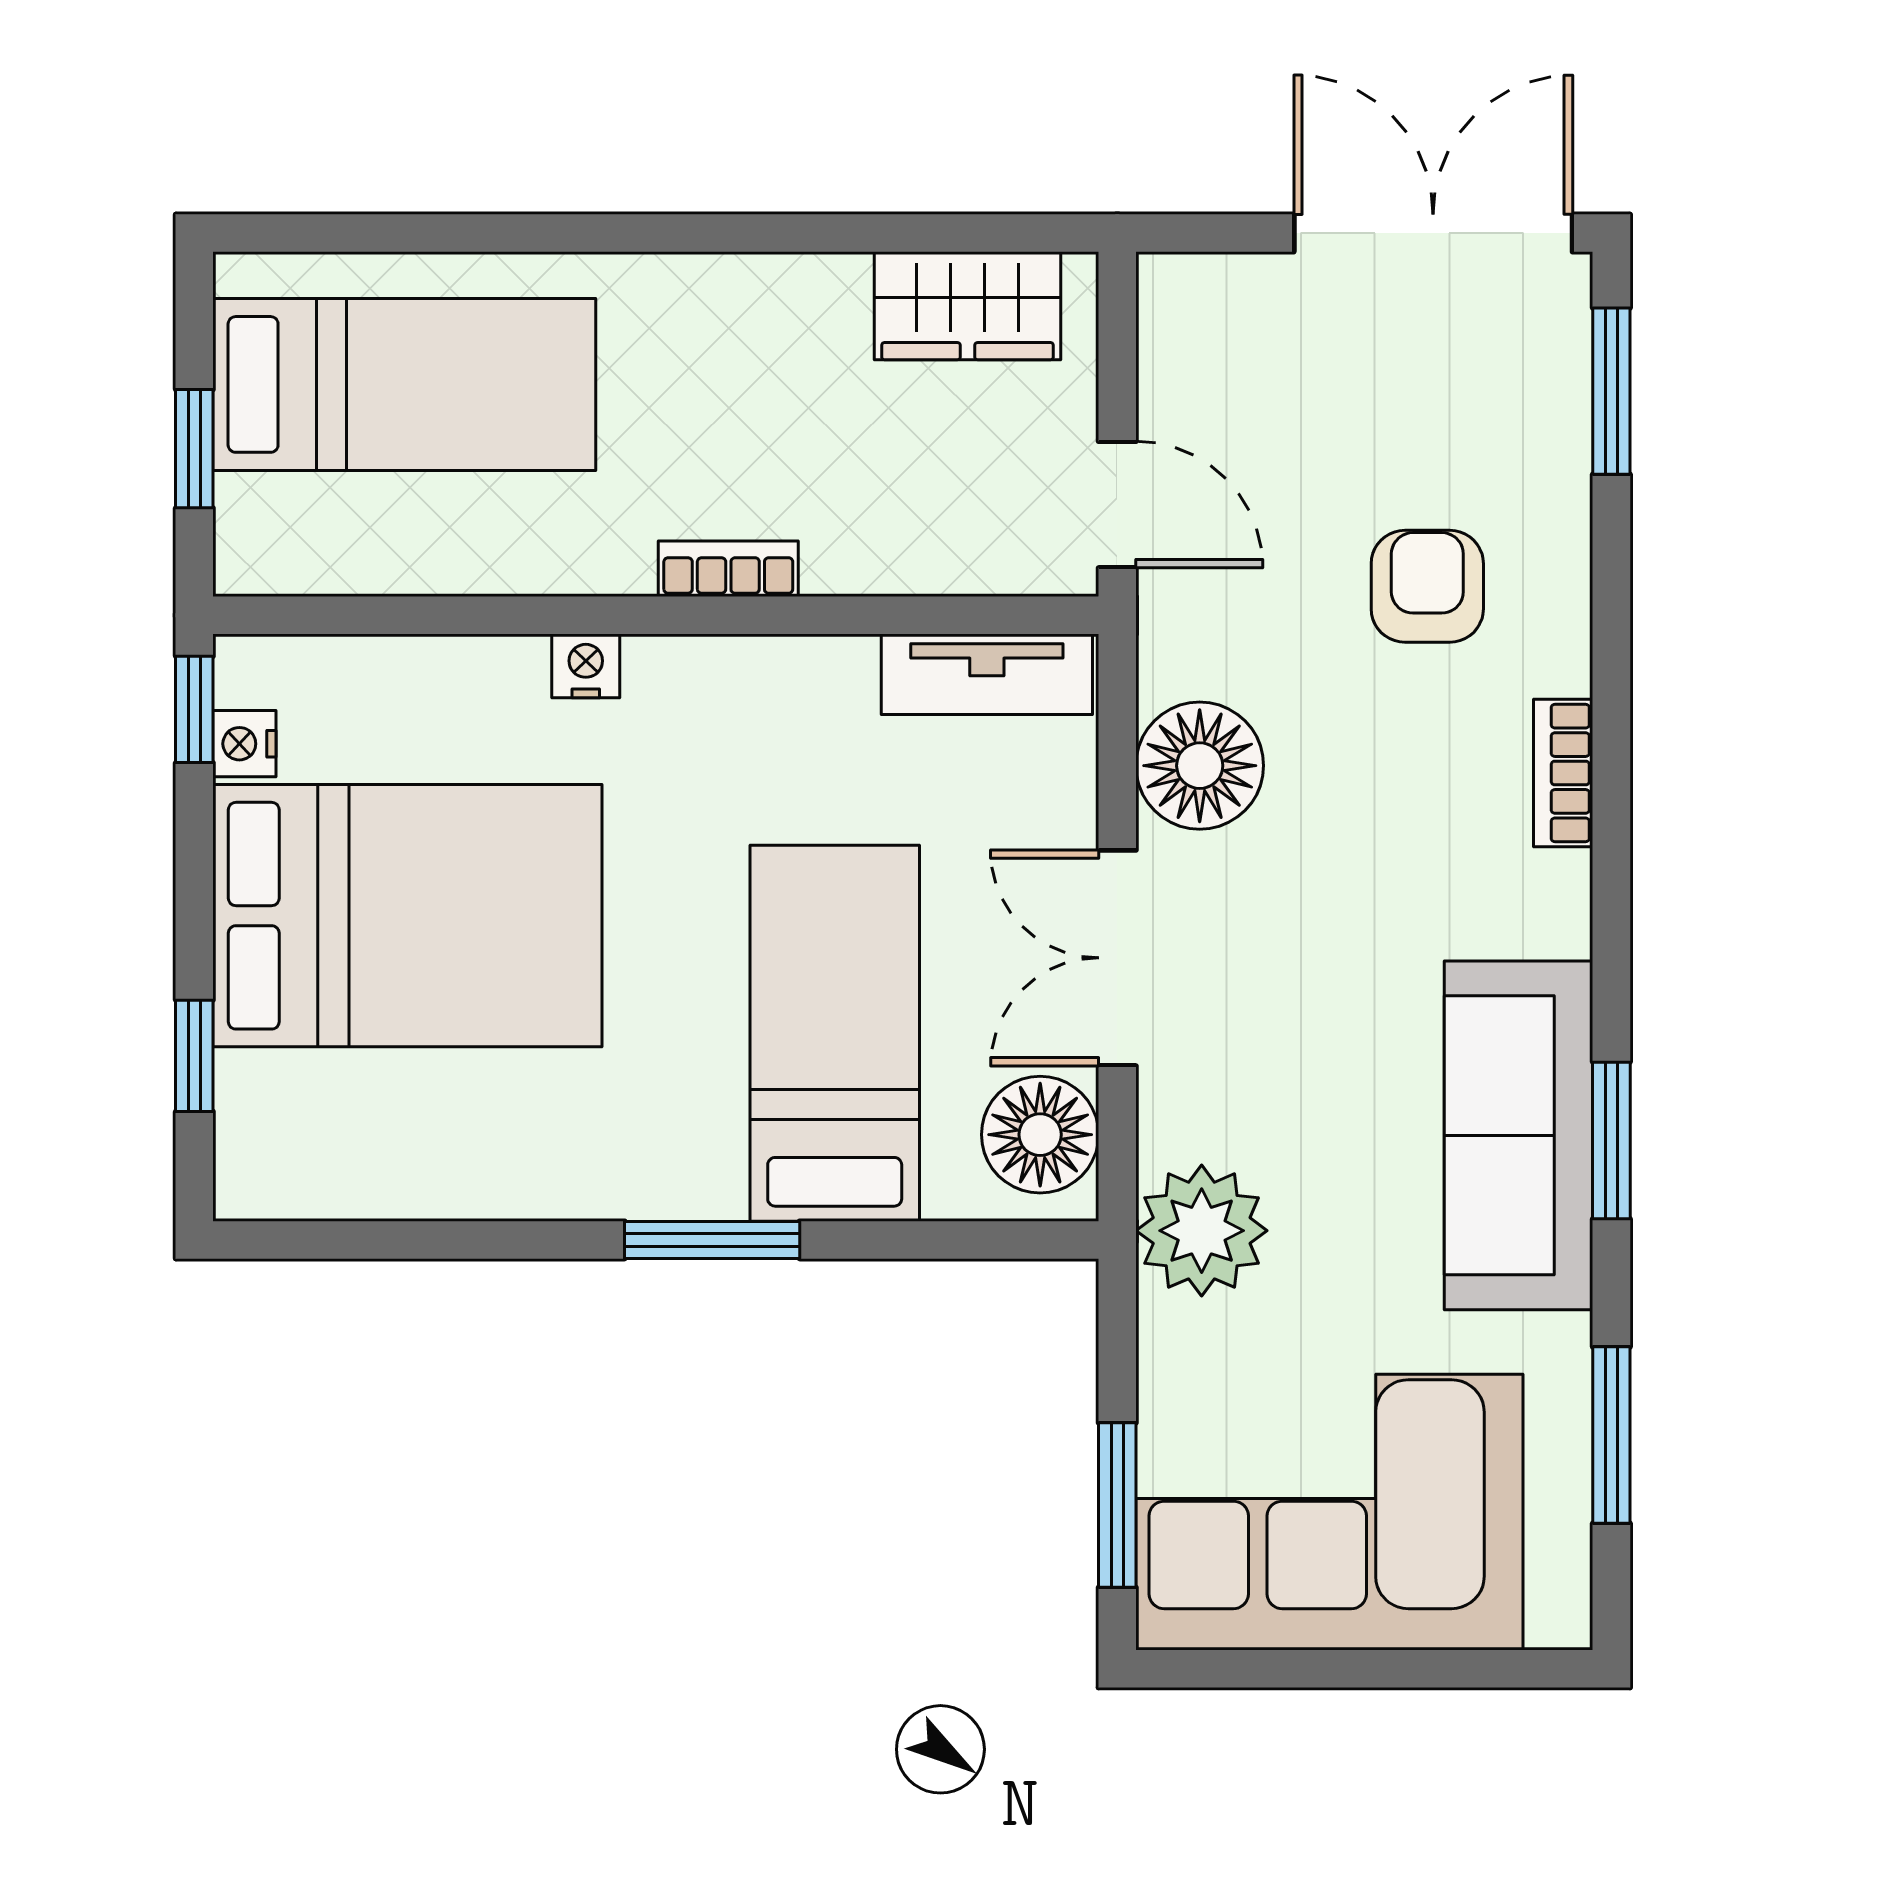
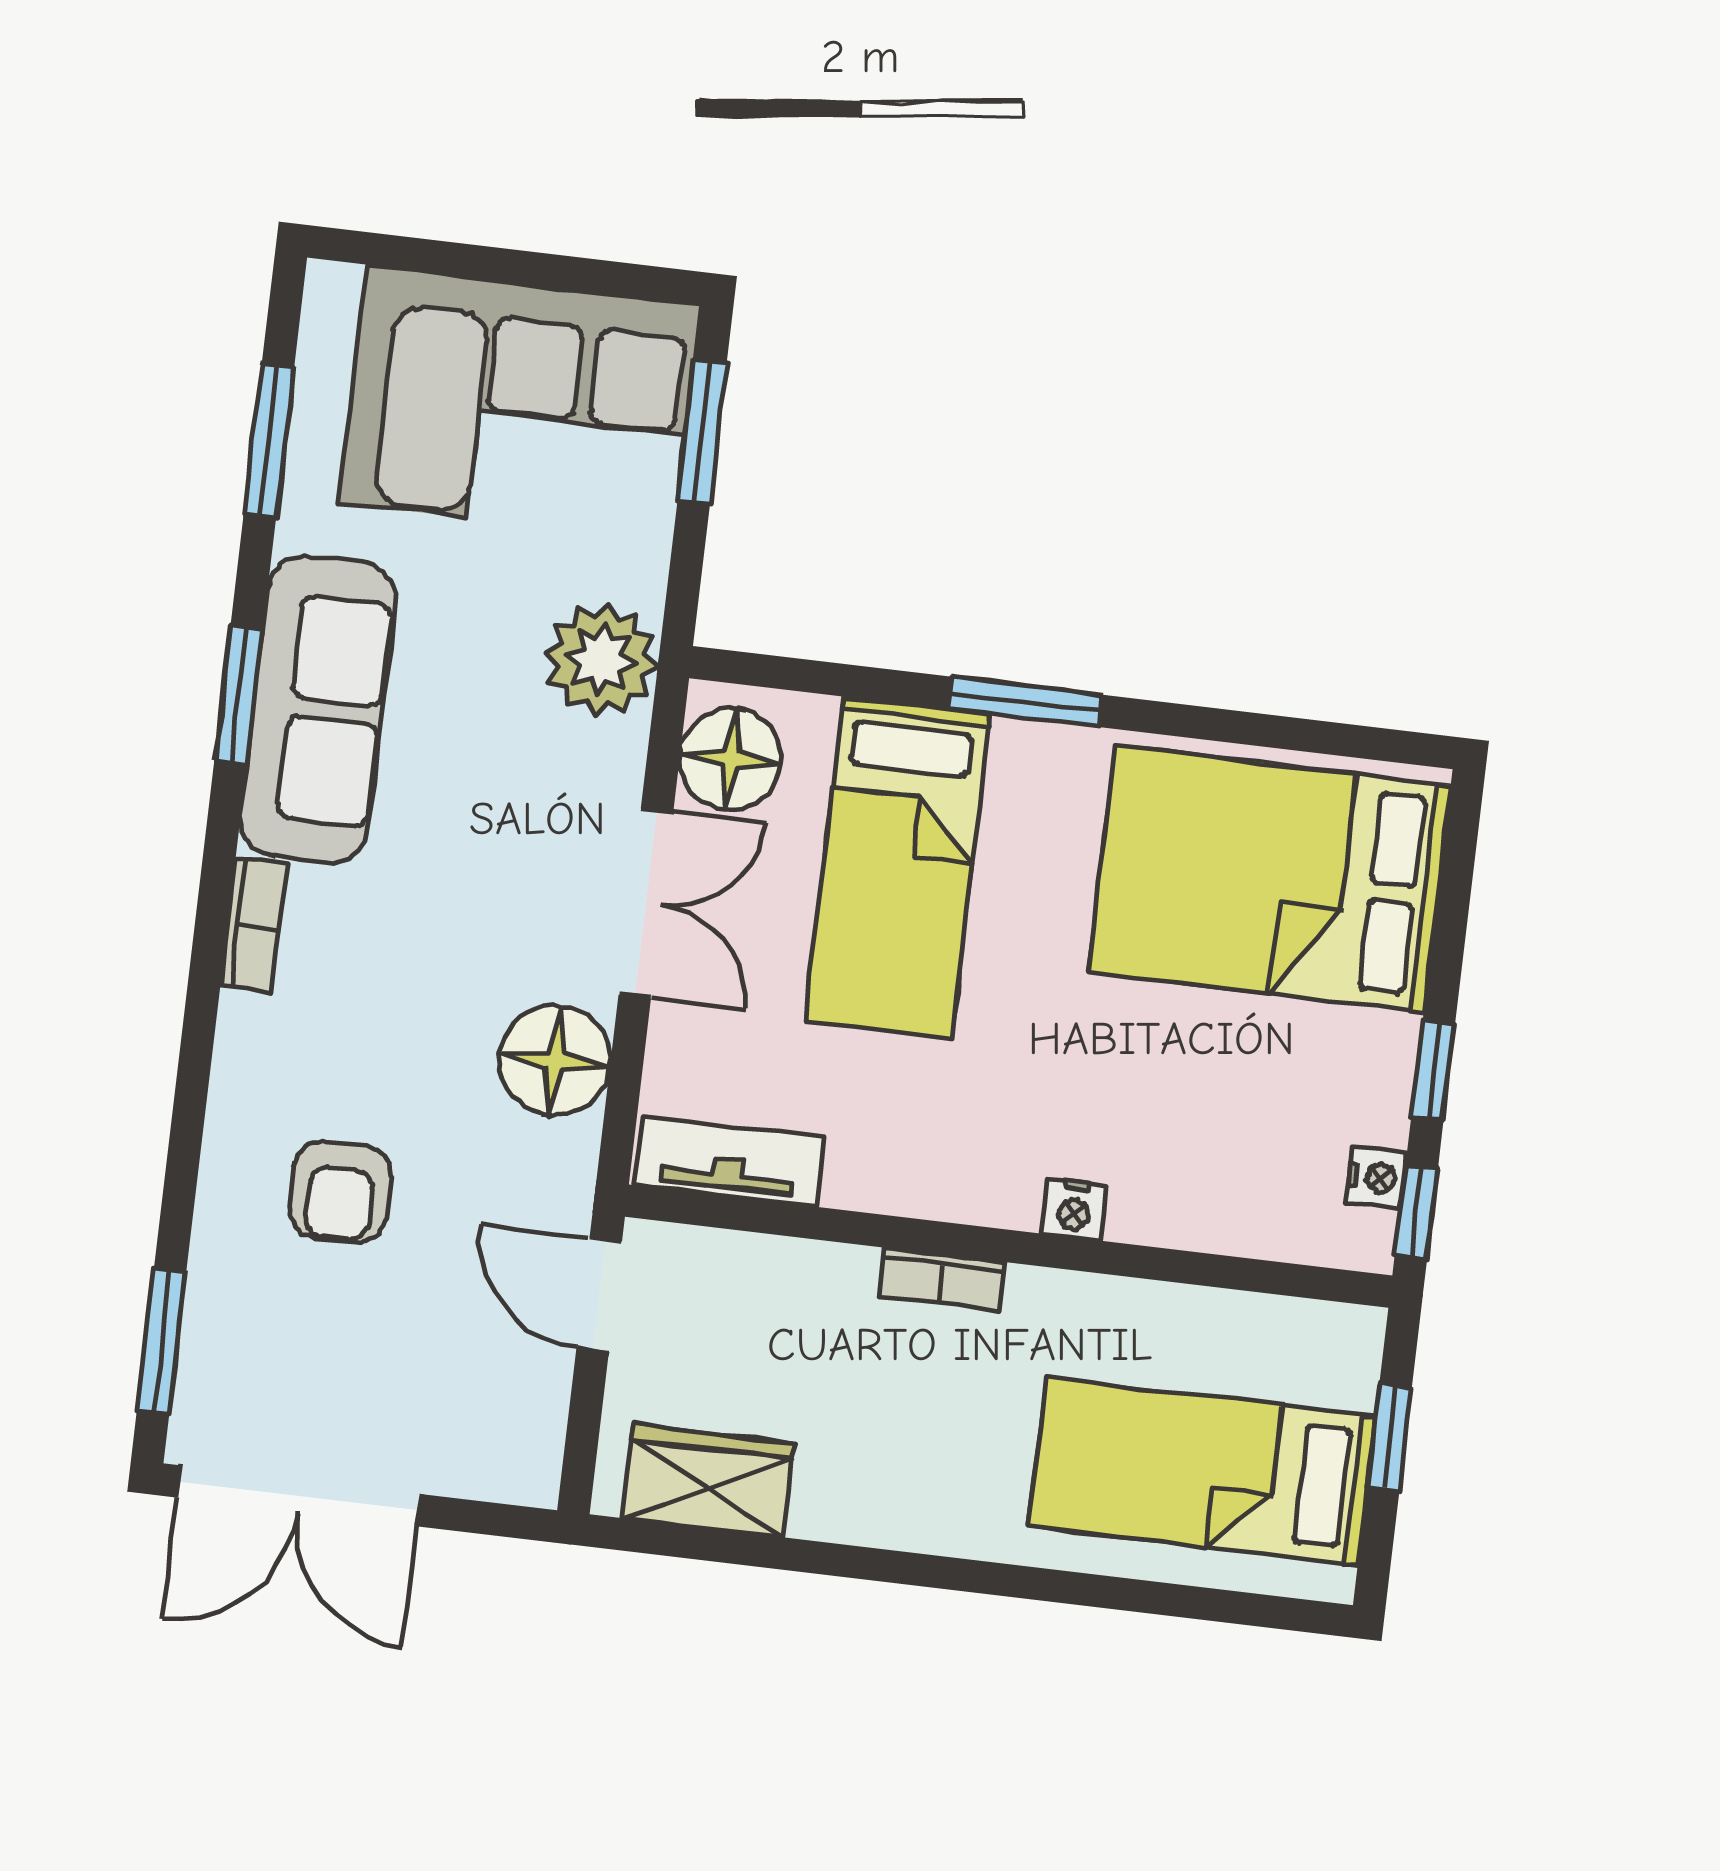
bookcase: (1563, 773) -> (253, 925), moved
bed: (407, 916) -> (1270, 878), moved
window: (194, 1056) -> (1433, 1070), moved

